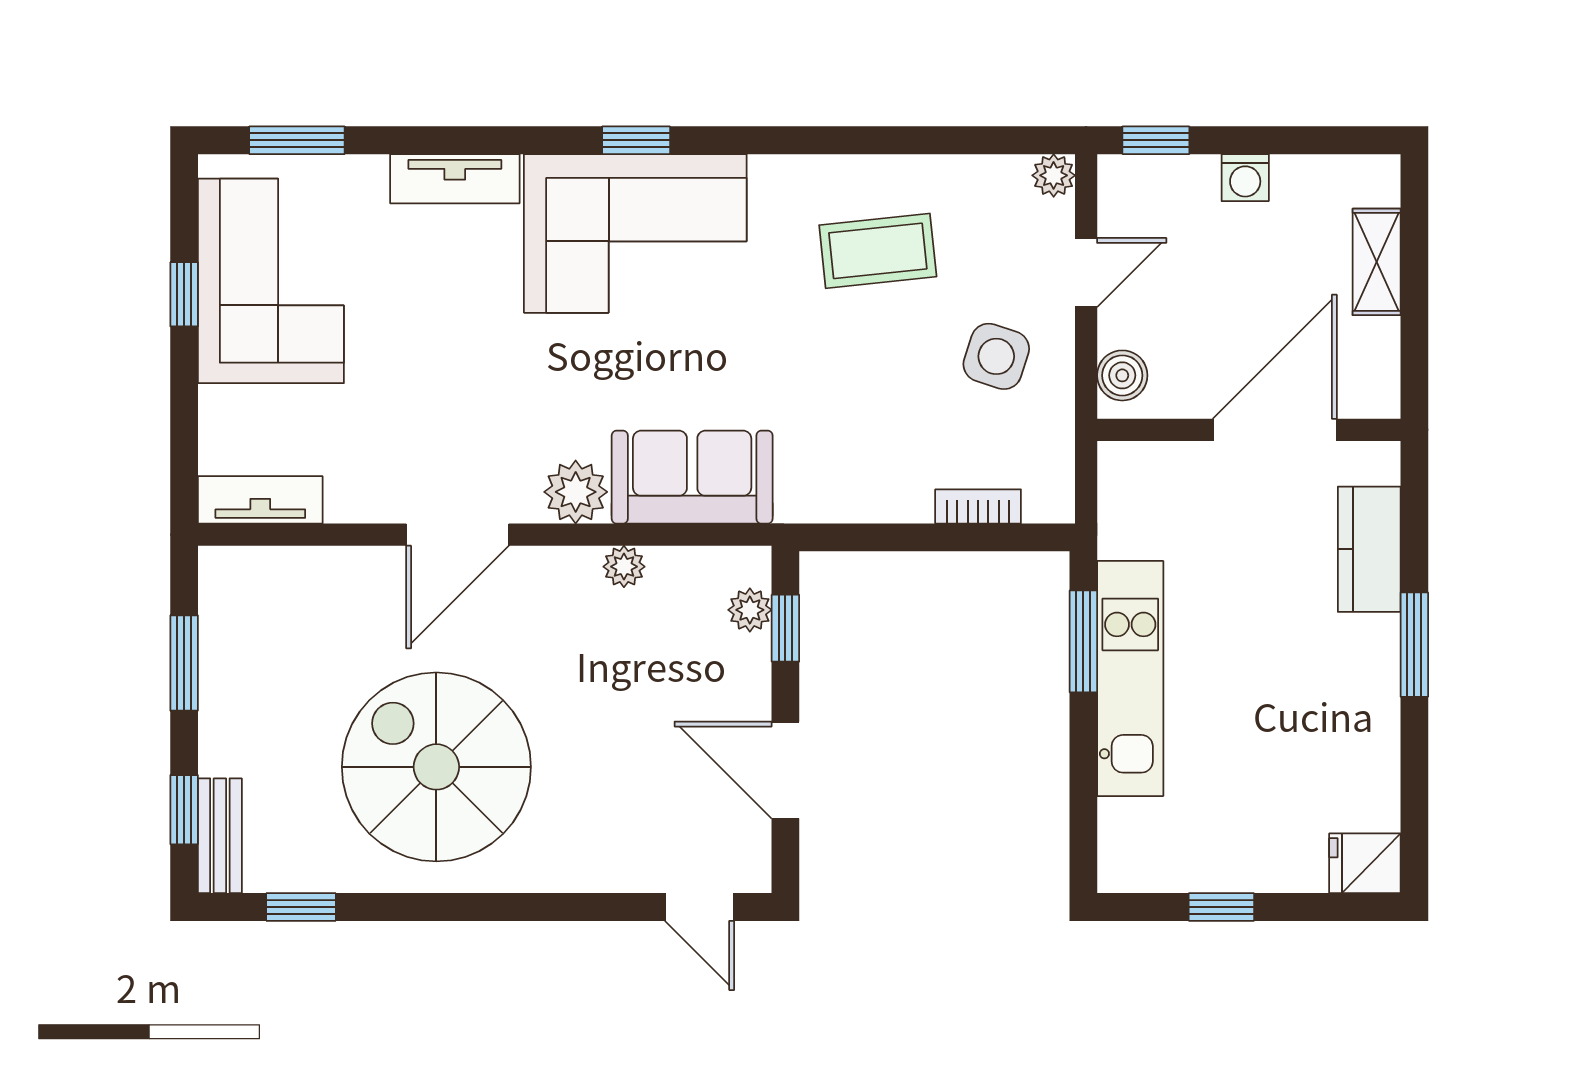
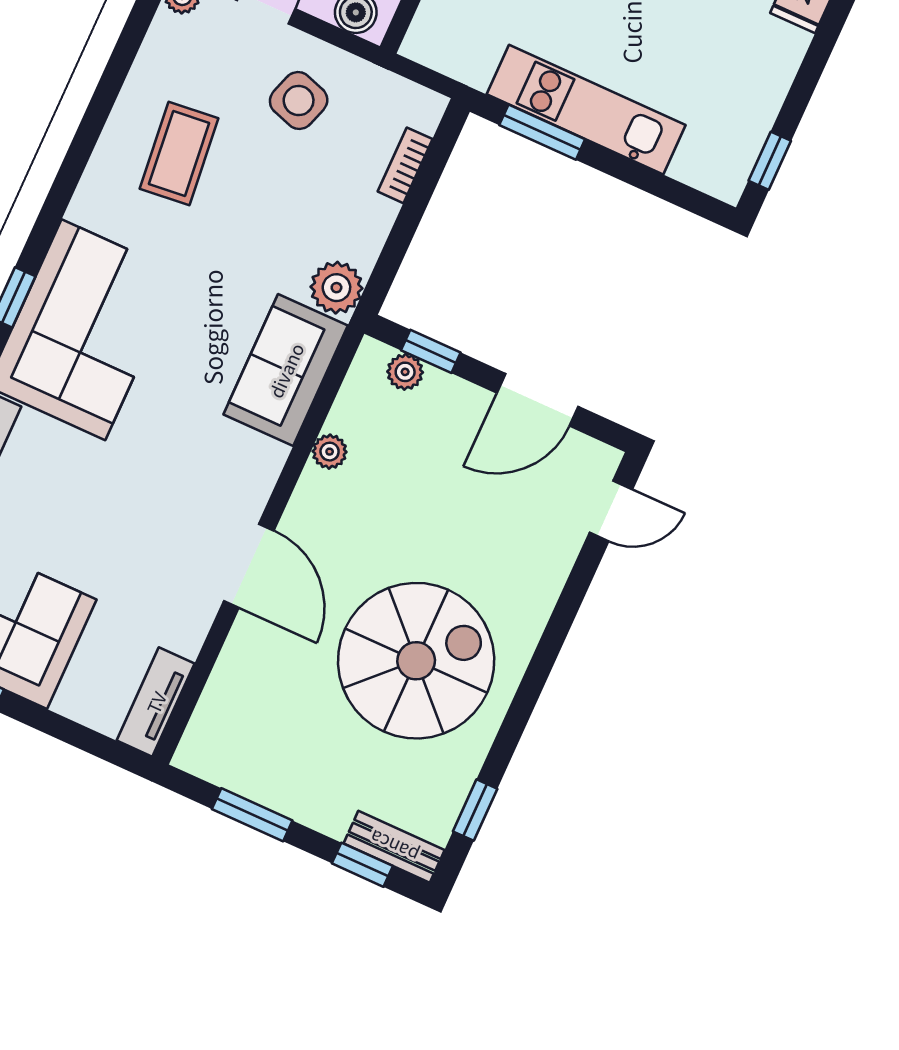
plant: (576, 492) -> (336, 288), moved
spiral stairs: (436, 767) -> (416, 661), turned 180
window: (1221, 907) -> (770, 161), moved

